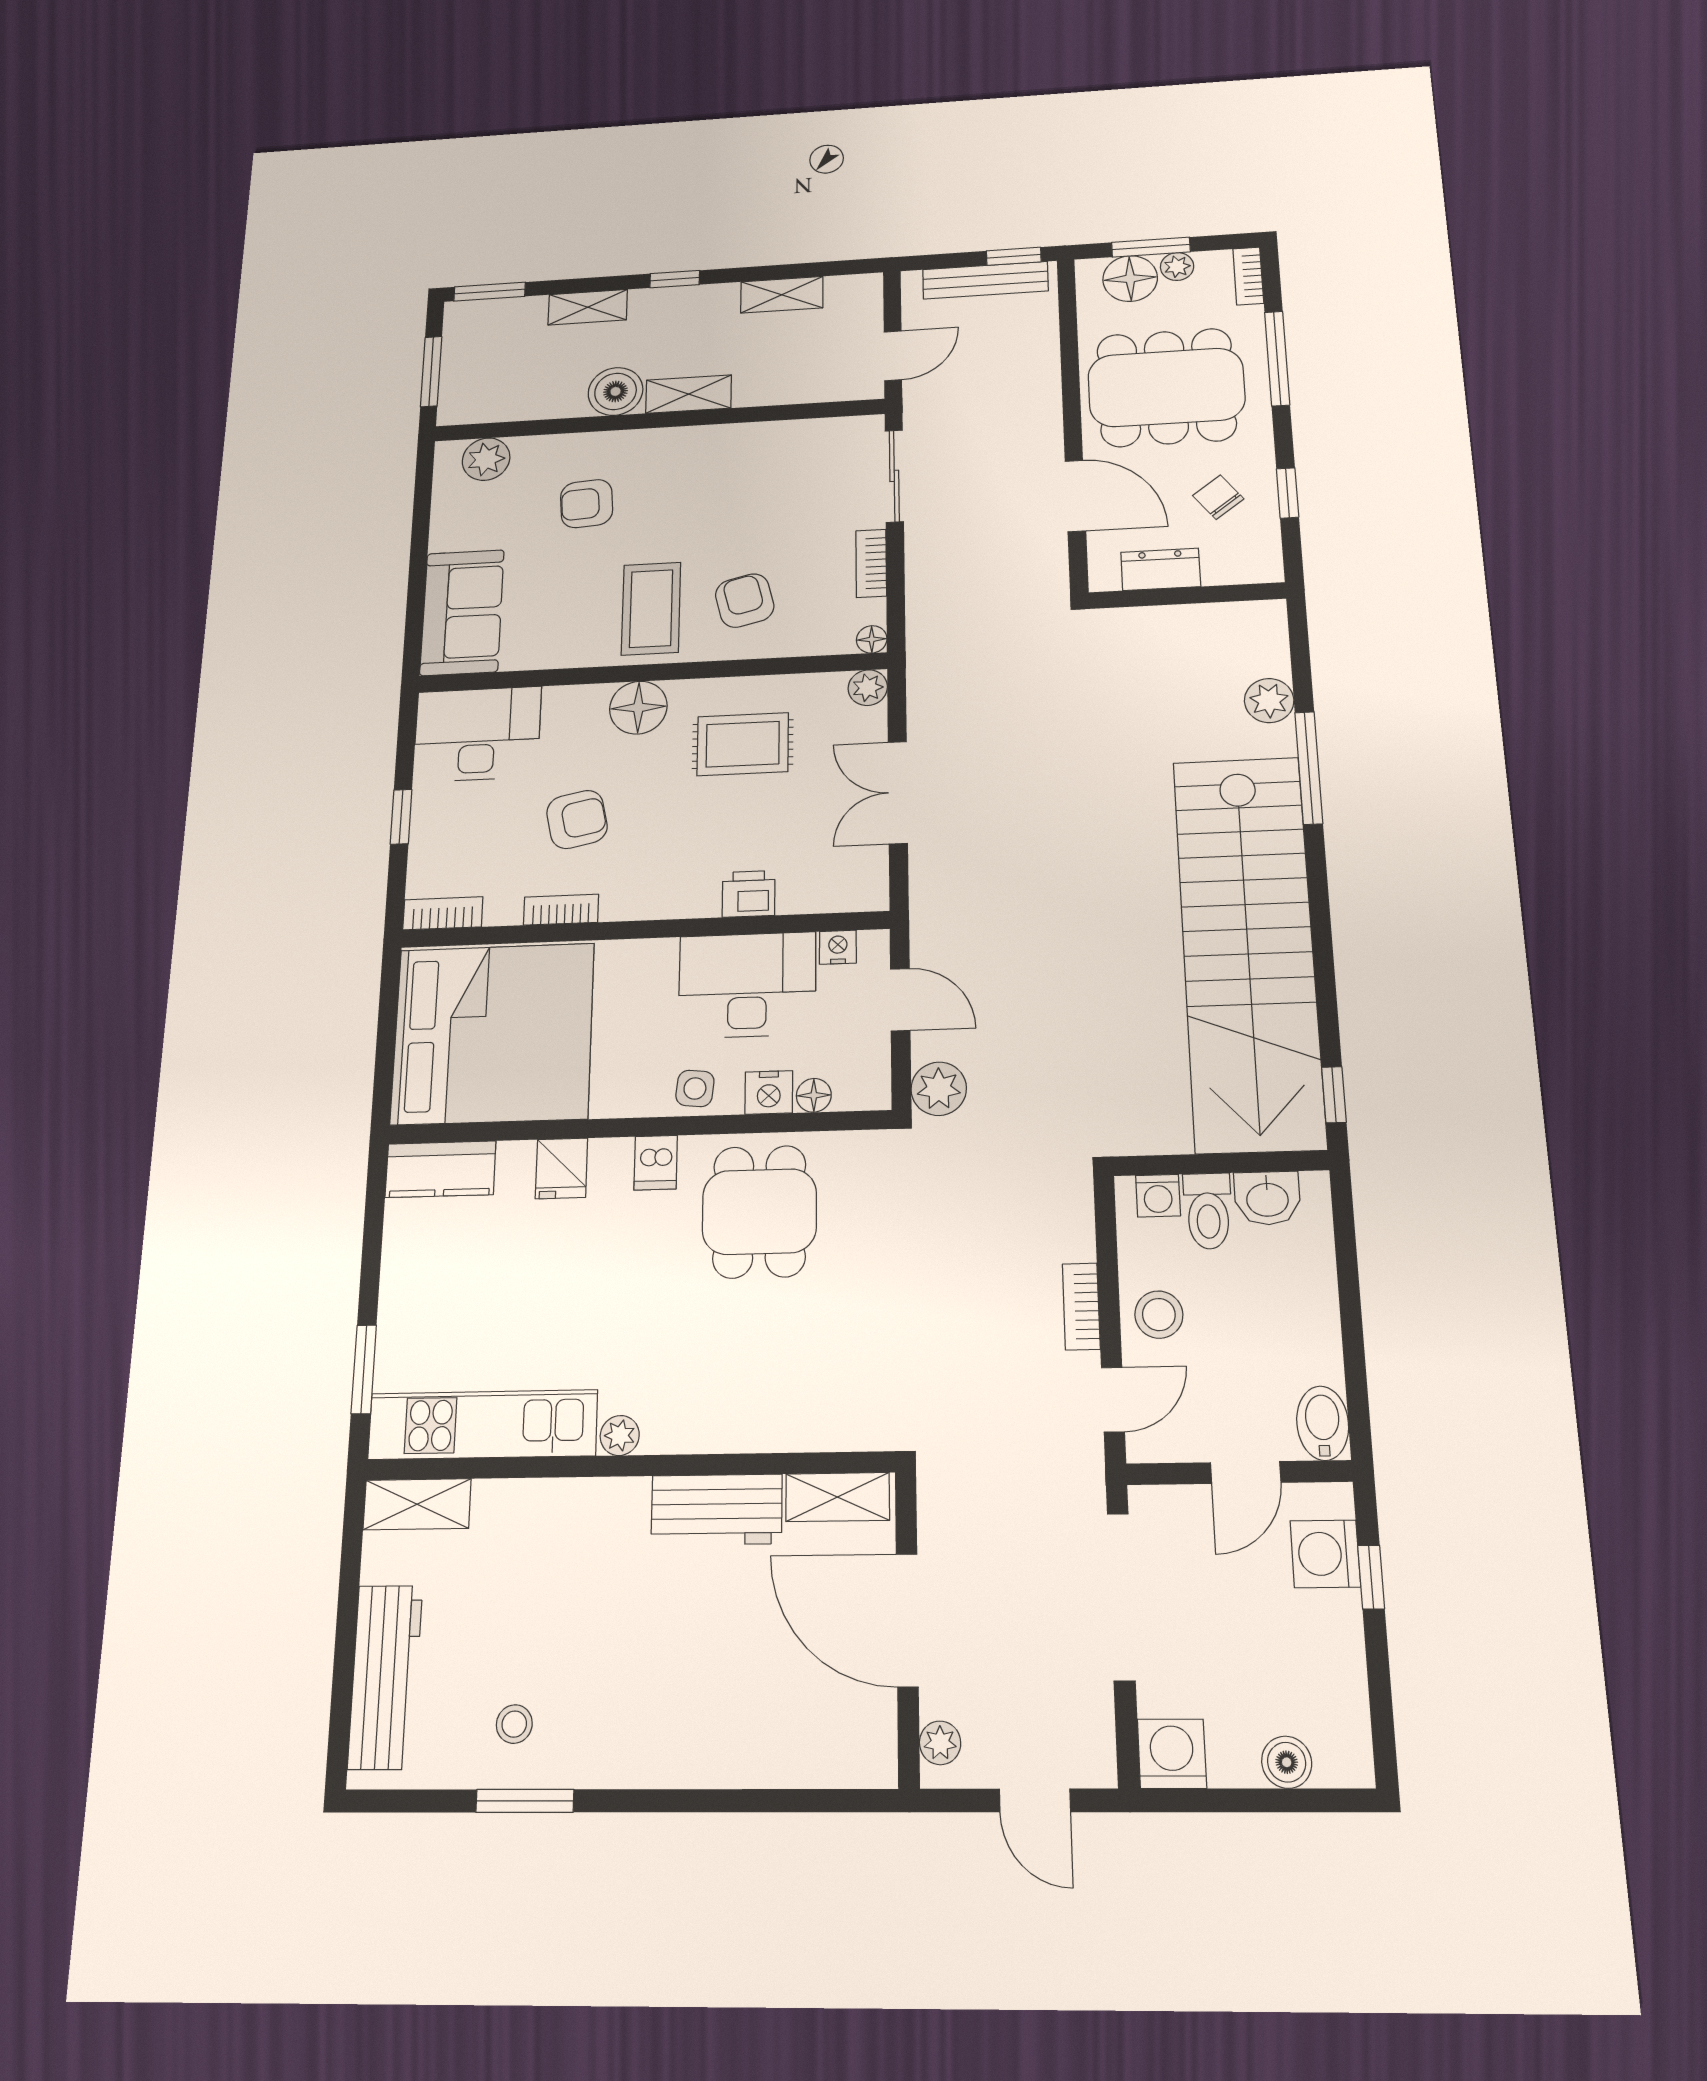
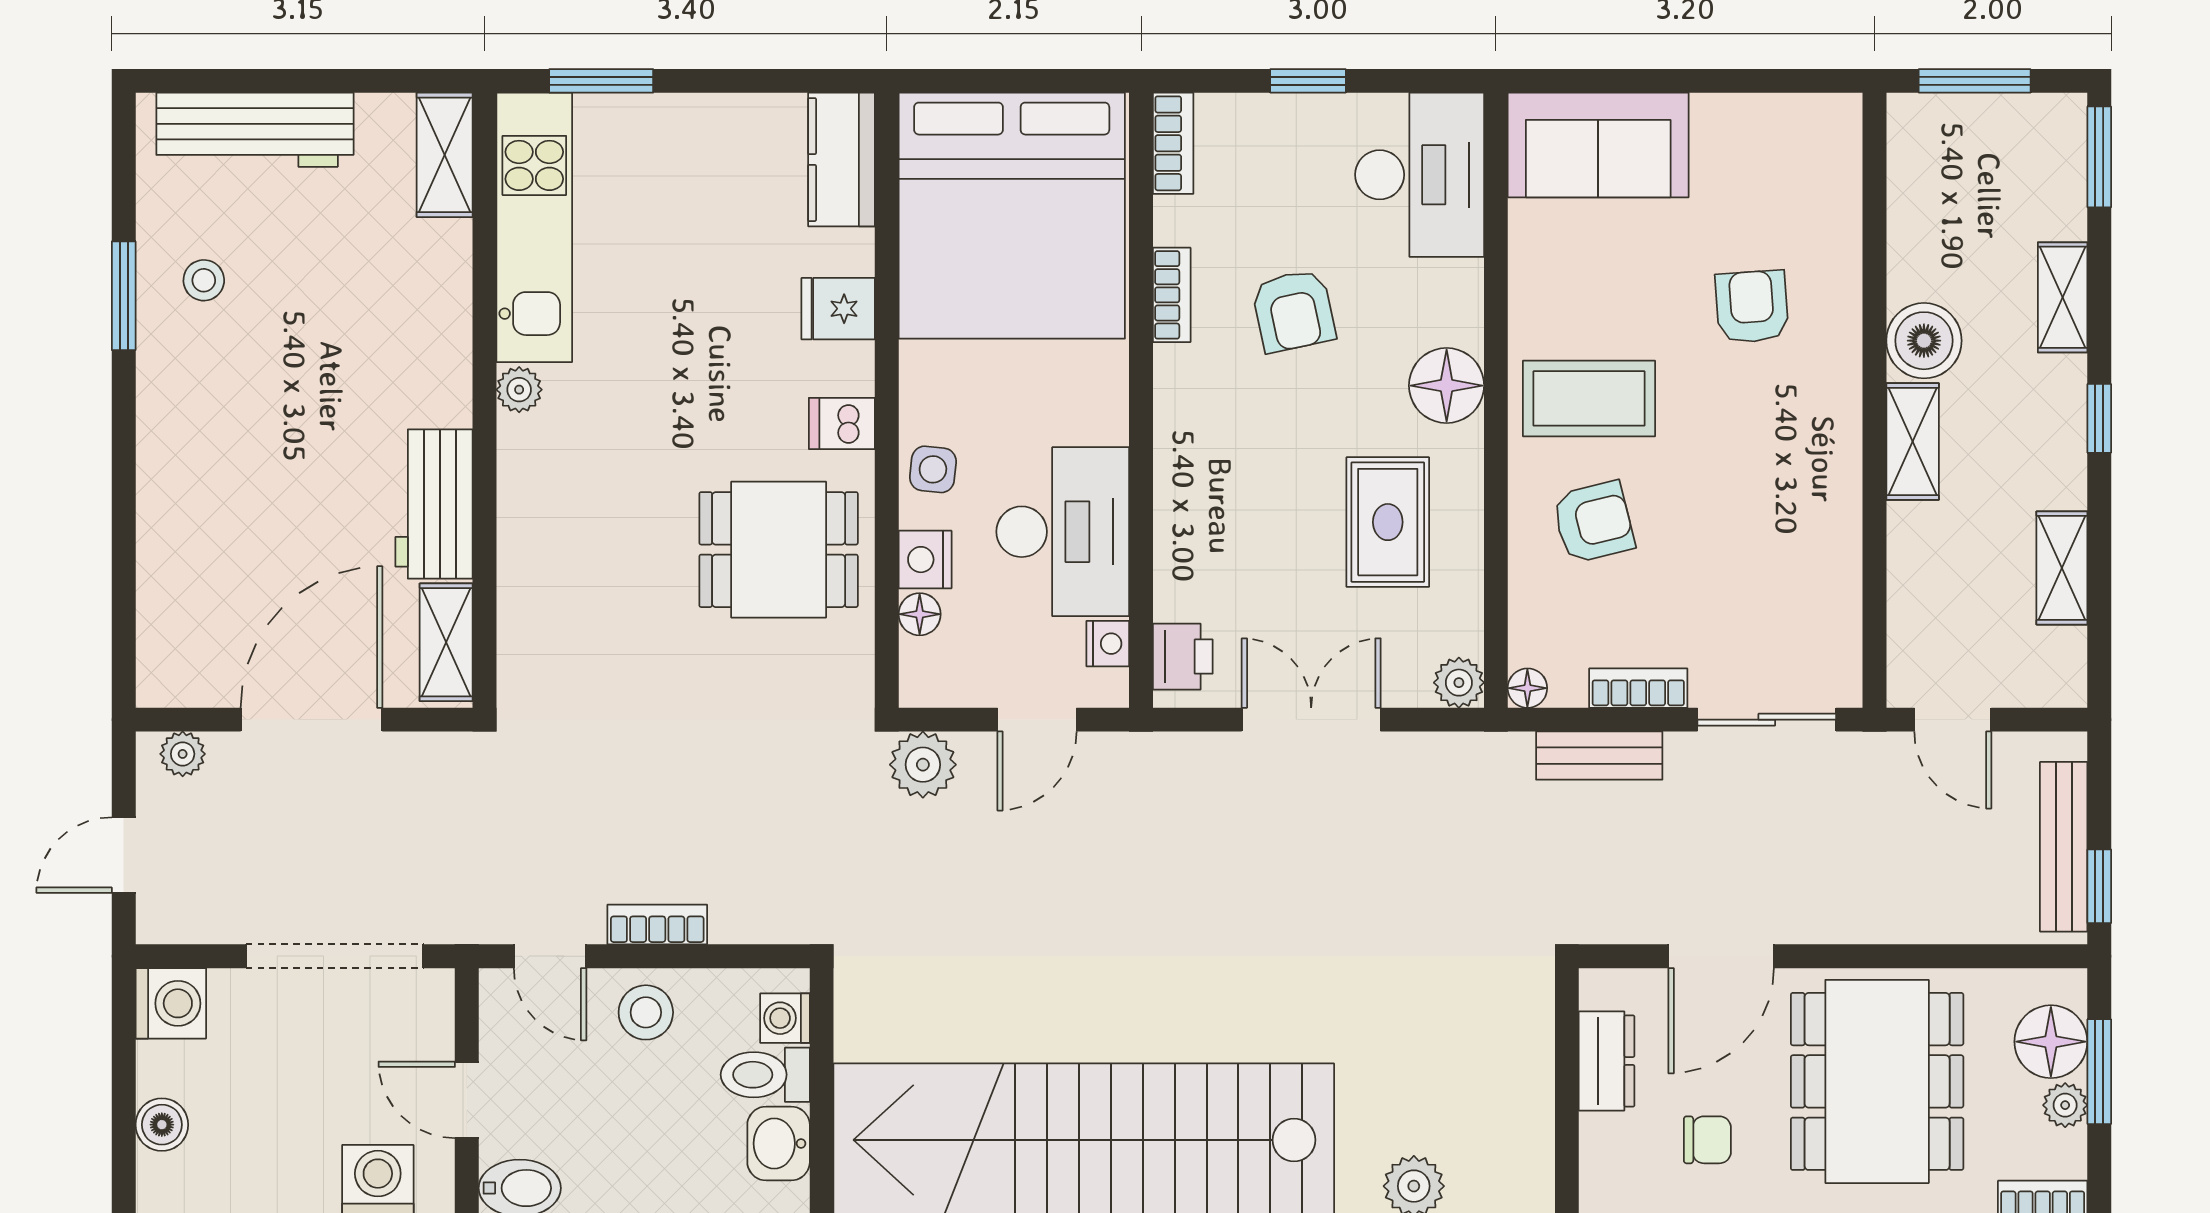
plant: (486, 459) -> (1830, 166), removed
chair: (1218, 497) -> (1707, 1140), turned 37
bench: (923, 587) -> (1599, 756), added
printer: (749, 894) -> (1183, 657), moved

